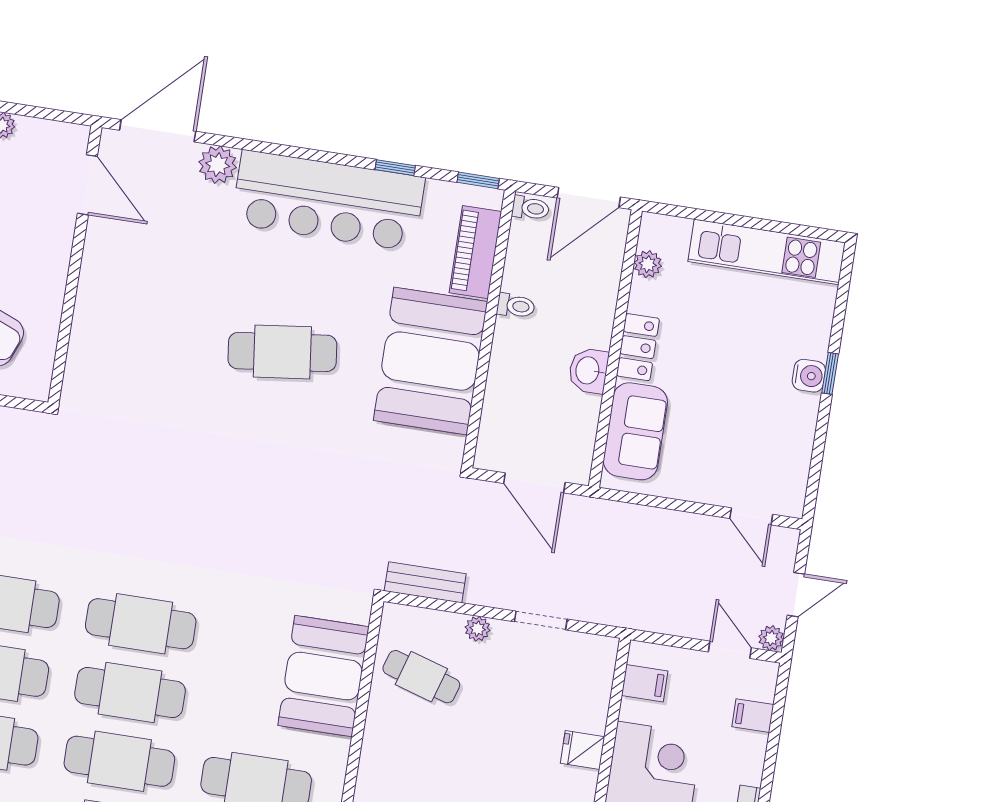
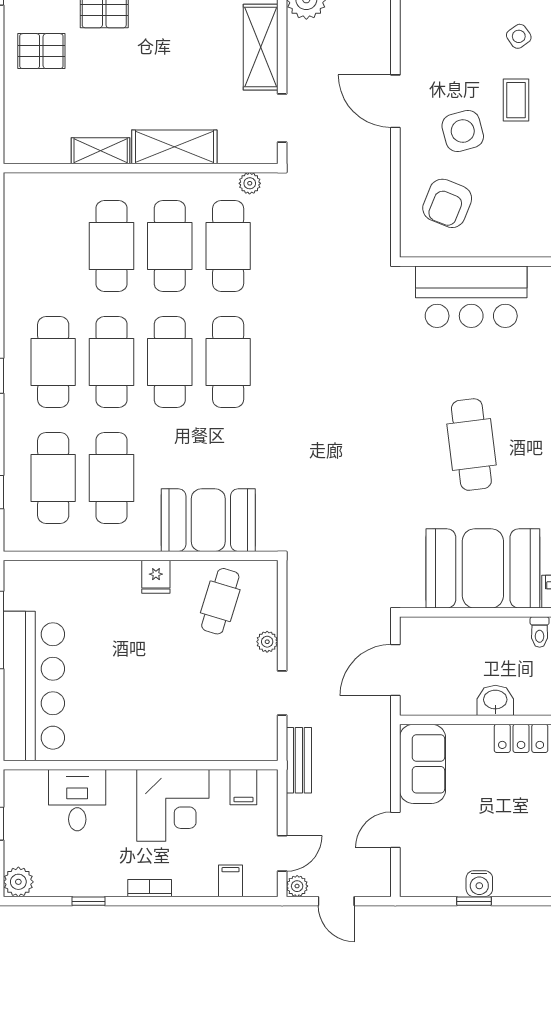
bar counter: (108, 325) -> (471, 297), added
window: (830, 373) -> (474, 901), moved
water cooler: (809, 376) -> (479, 884), moved
sofa: (635, 431) -> (422, 764), moved, turned -90
door: (751, 516) -> (395, 830), moved
bench: (425, 582) -> (299, 760), moved
fridge: (583, 750) -> (156, 577), moved, turned 180

